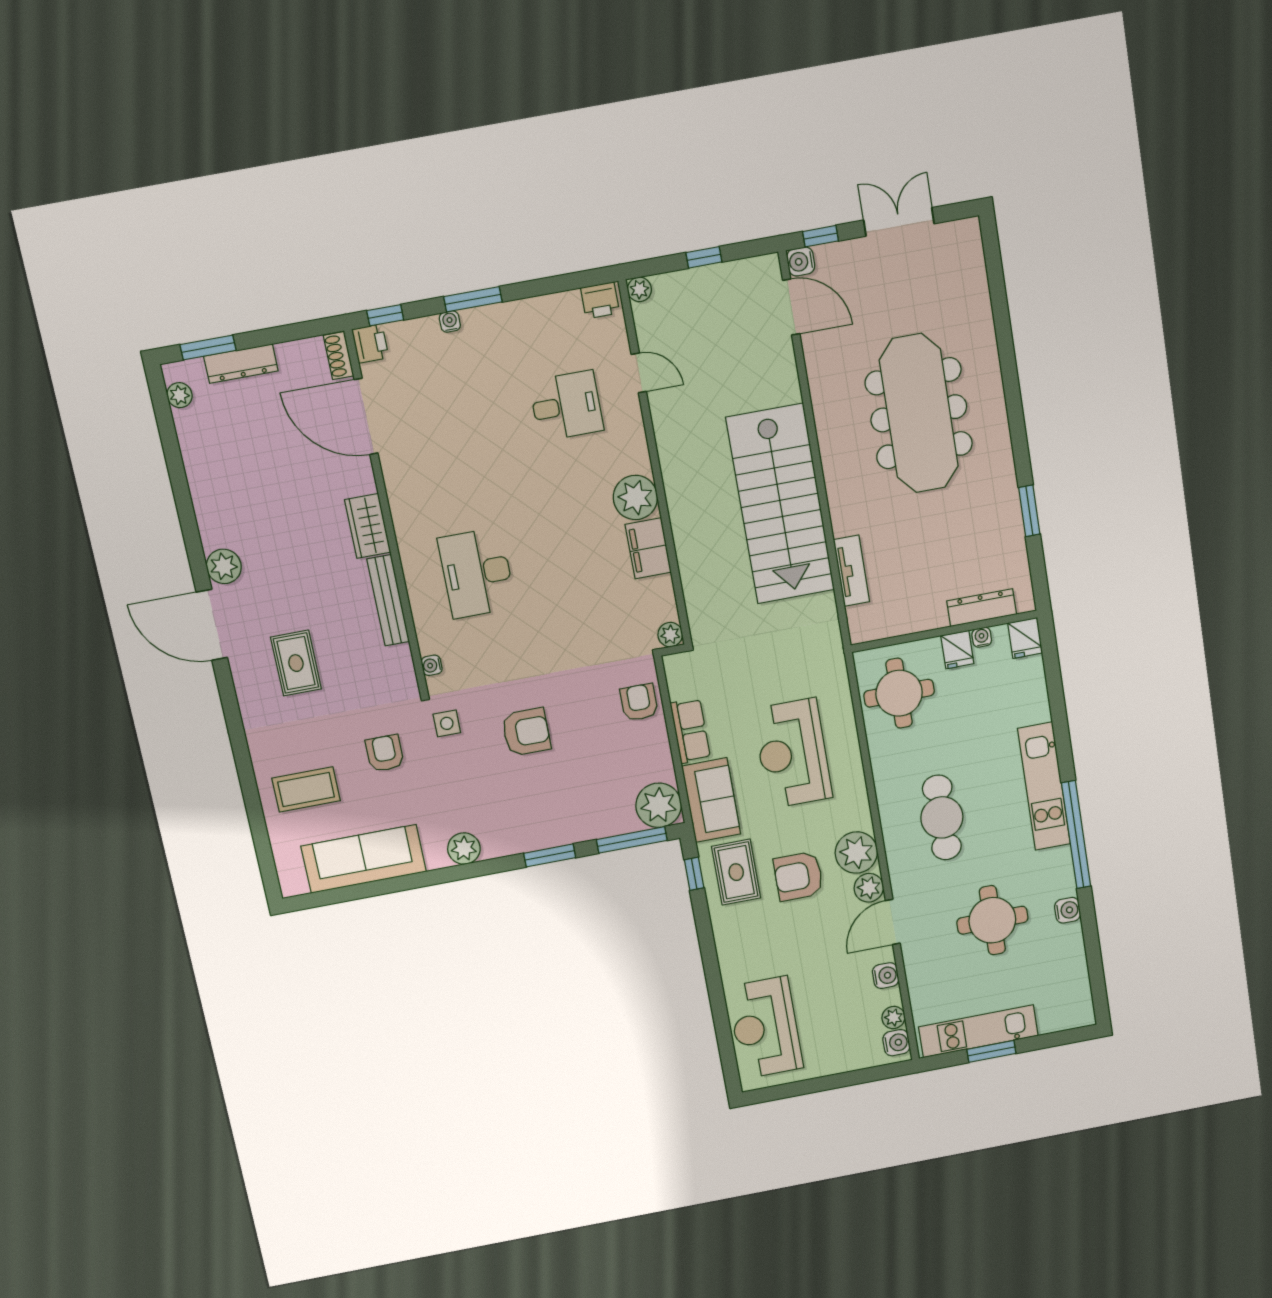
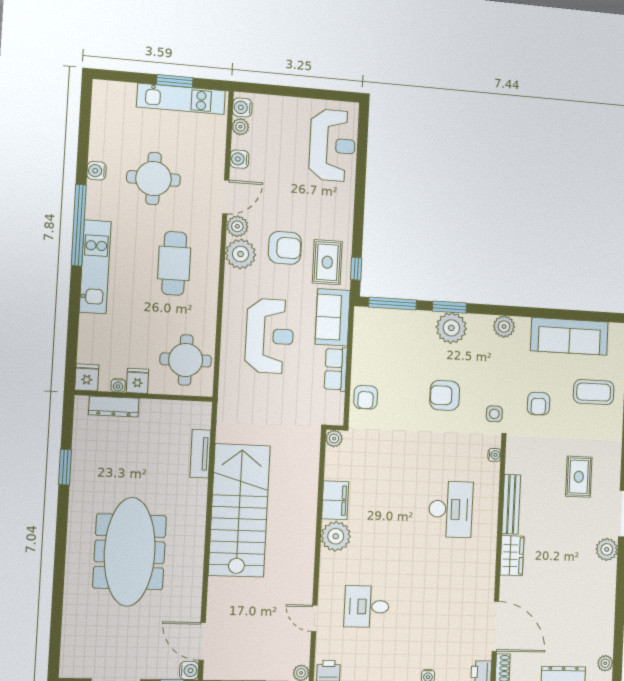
plant: (659, 805) -> (451, 328), moved

